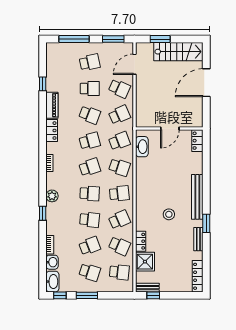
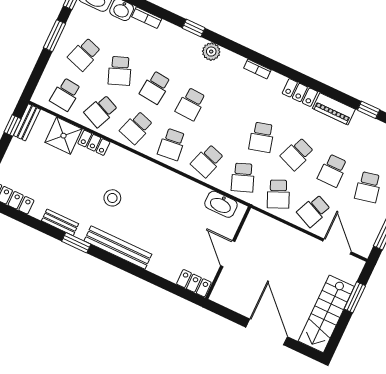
school desk: (90, 167) -> (226, 121), removed
school desk: (119, 220) -> (136, 128), turned 42

